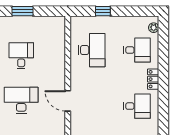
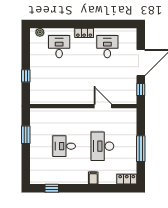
window: (22, 11) -> (26, 135), moved
desk: (92, 50) -> (59, 86), removed
door: (68, 101) -> (103, 106), swing flipped

